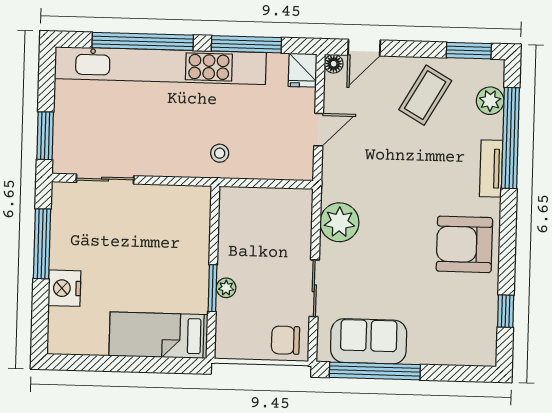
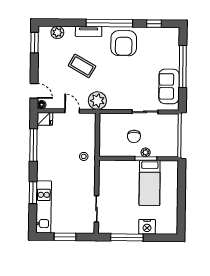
window: (143, 41) -> (33, 193), width x0.47
kitchen unit: (160, 66) -> (44, 207), width x0.54
coffee table: (425, 95) -> (82, 66), moved
window: (45, 136) -> (65, 237), moved
window: (510, 138) -> (109, 23), moved
plant: (339, 222) -> (97, 101), moved
bed: (158, 335) -> (150, 183), moved
chair: (286, 340) -> (134, 136), moved
window: (375, 371) -> (183, 66), moved

